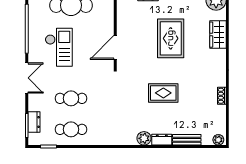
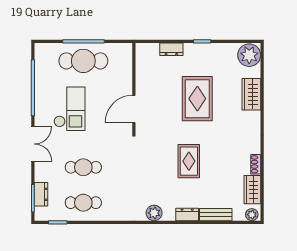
rug: (163, 93) -> (189, 161), turned 90
wardrobe: (219, 118) -> (252, 190), added
plant: (144, 138) -> (154, 213), moved

